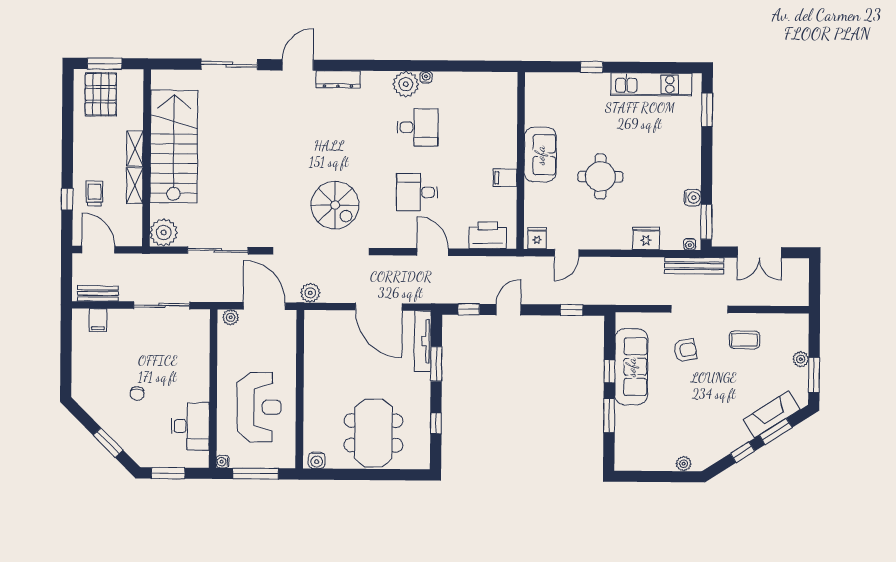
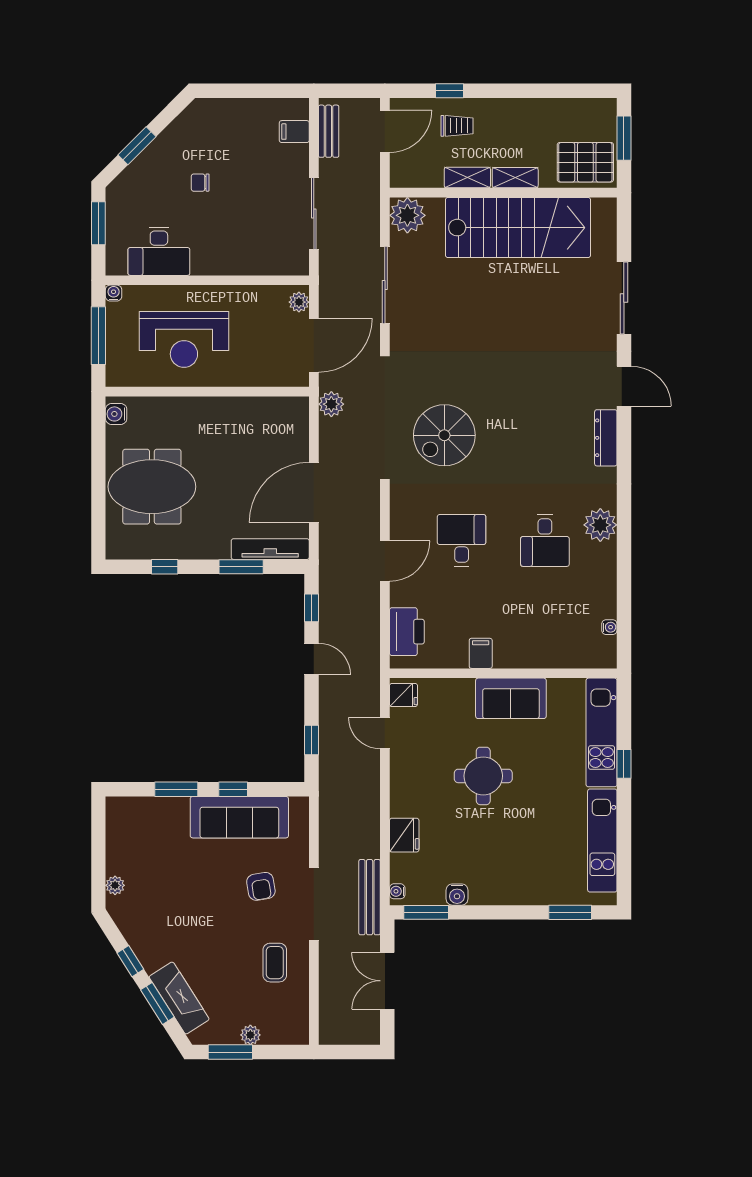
water cooler: (426, 77) -> (609, 627), moved
kitchen unit: (567, 84) -> (602, 732), added
pallet: (101, 94) -> (585, 162), moved

